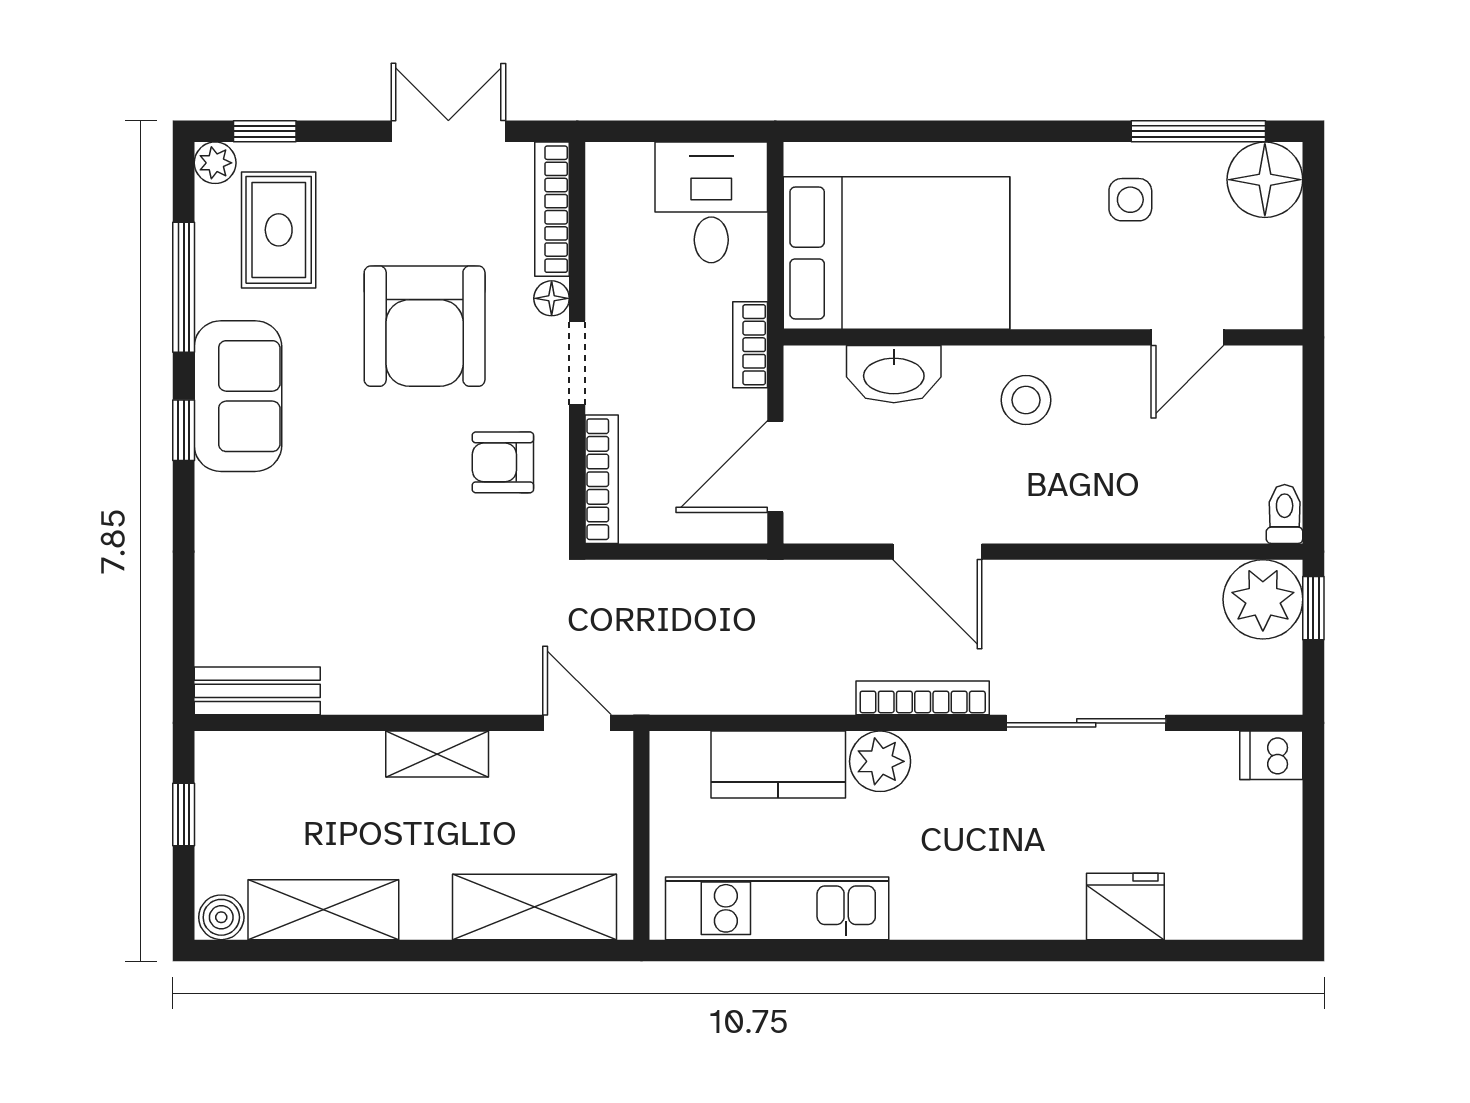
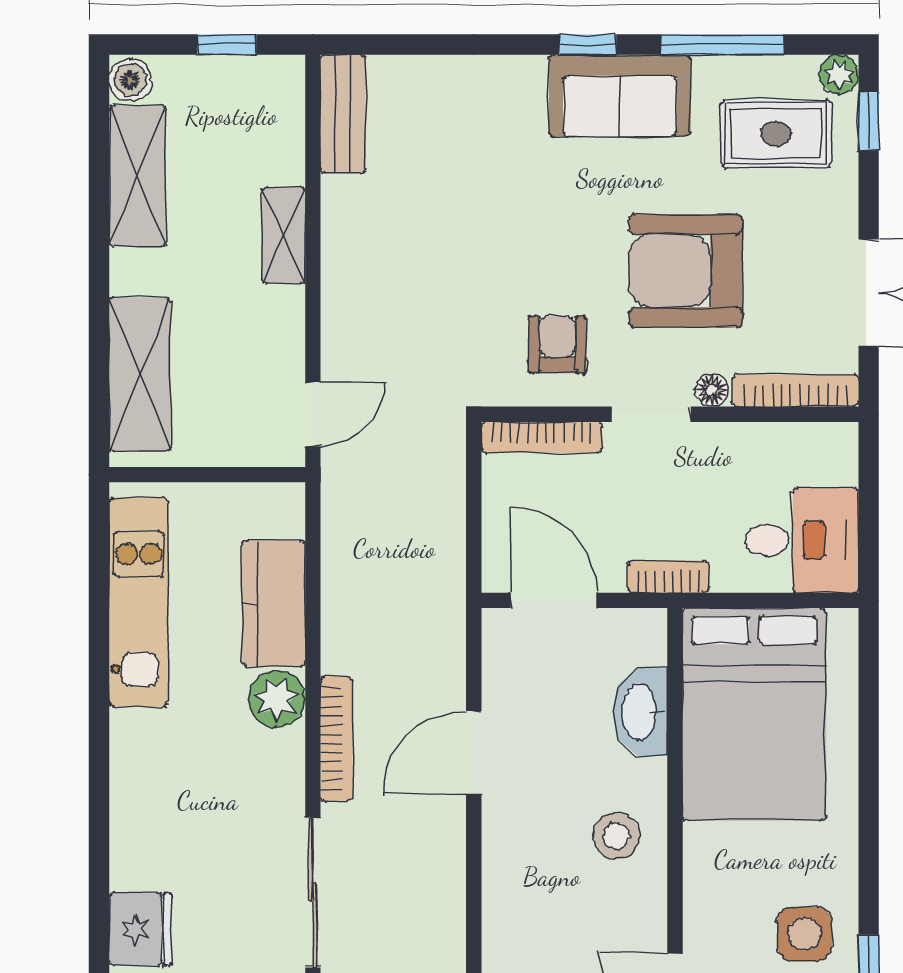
side table: (1130, 200) -> (804, 934), width x1.37, depth x1.37
shelving: (437, 754) -> (284, 235), moved

